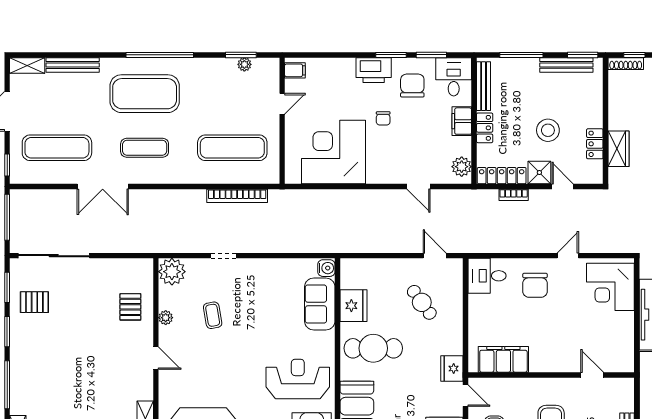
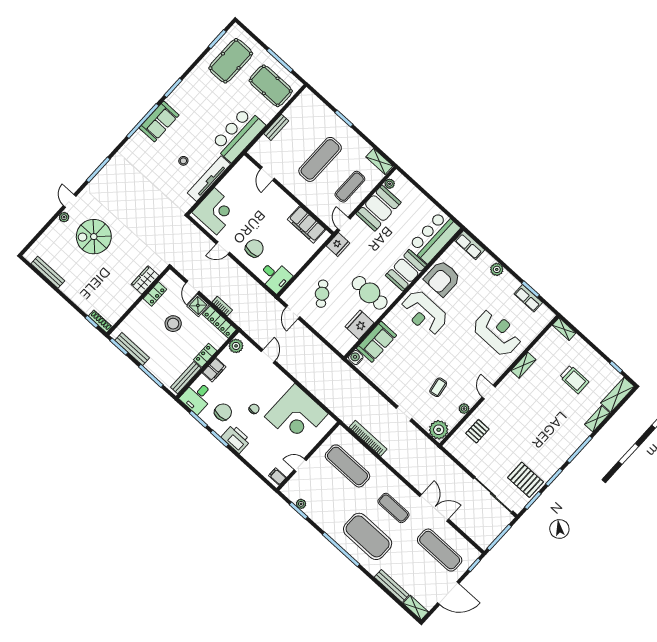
chair: (412, 86) -> (223, 412), turned 180
pallet: (34, 302) -> (526, 480), width x1.50, depth x1.42

